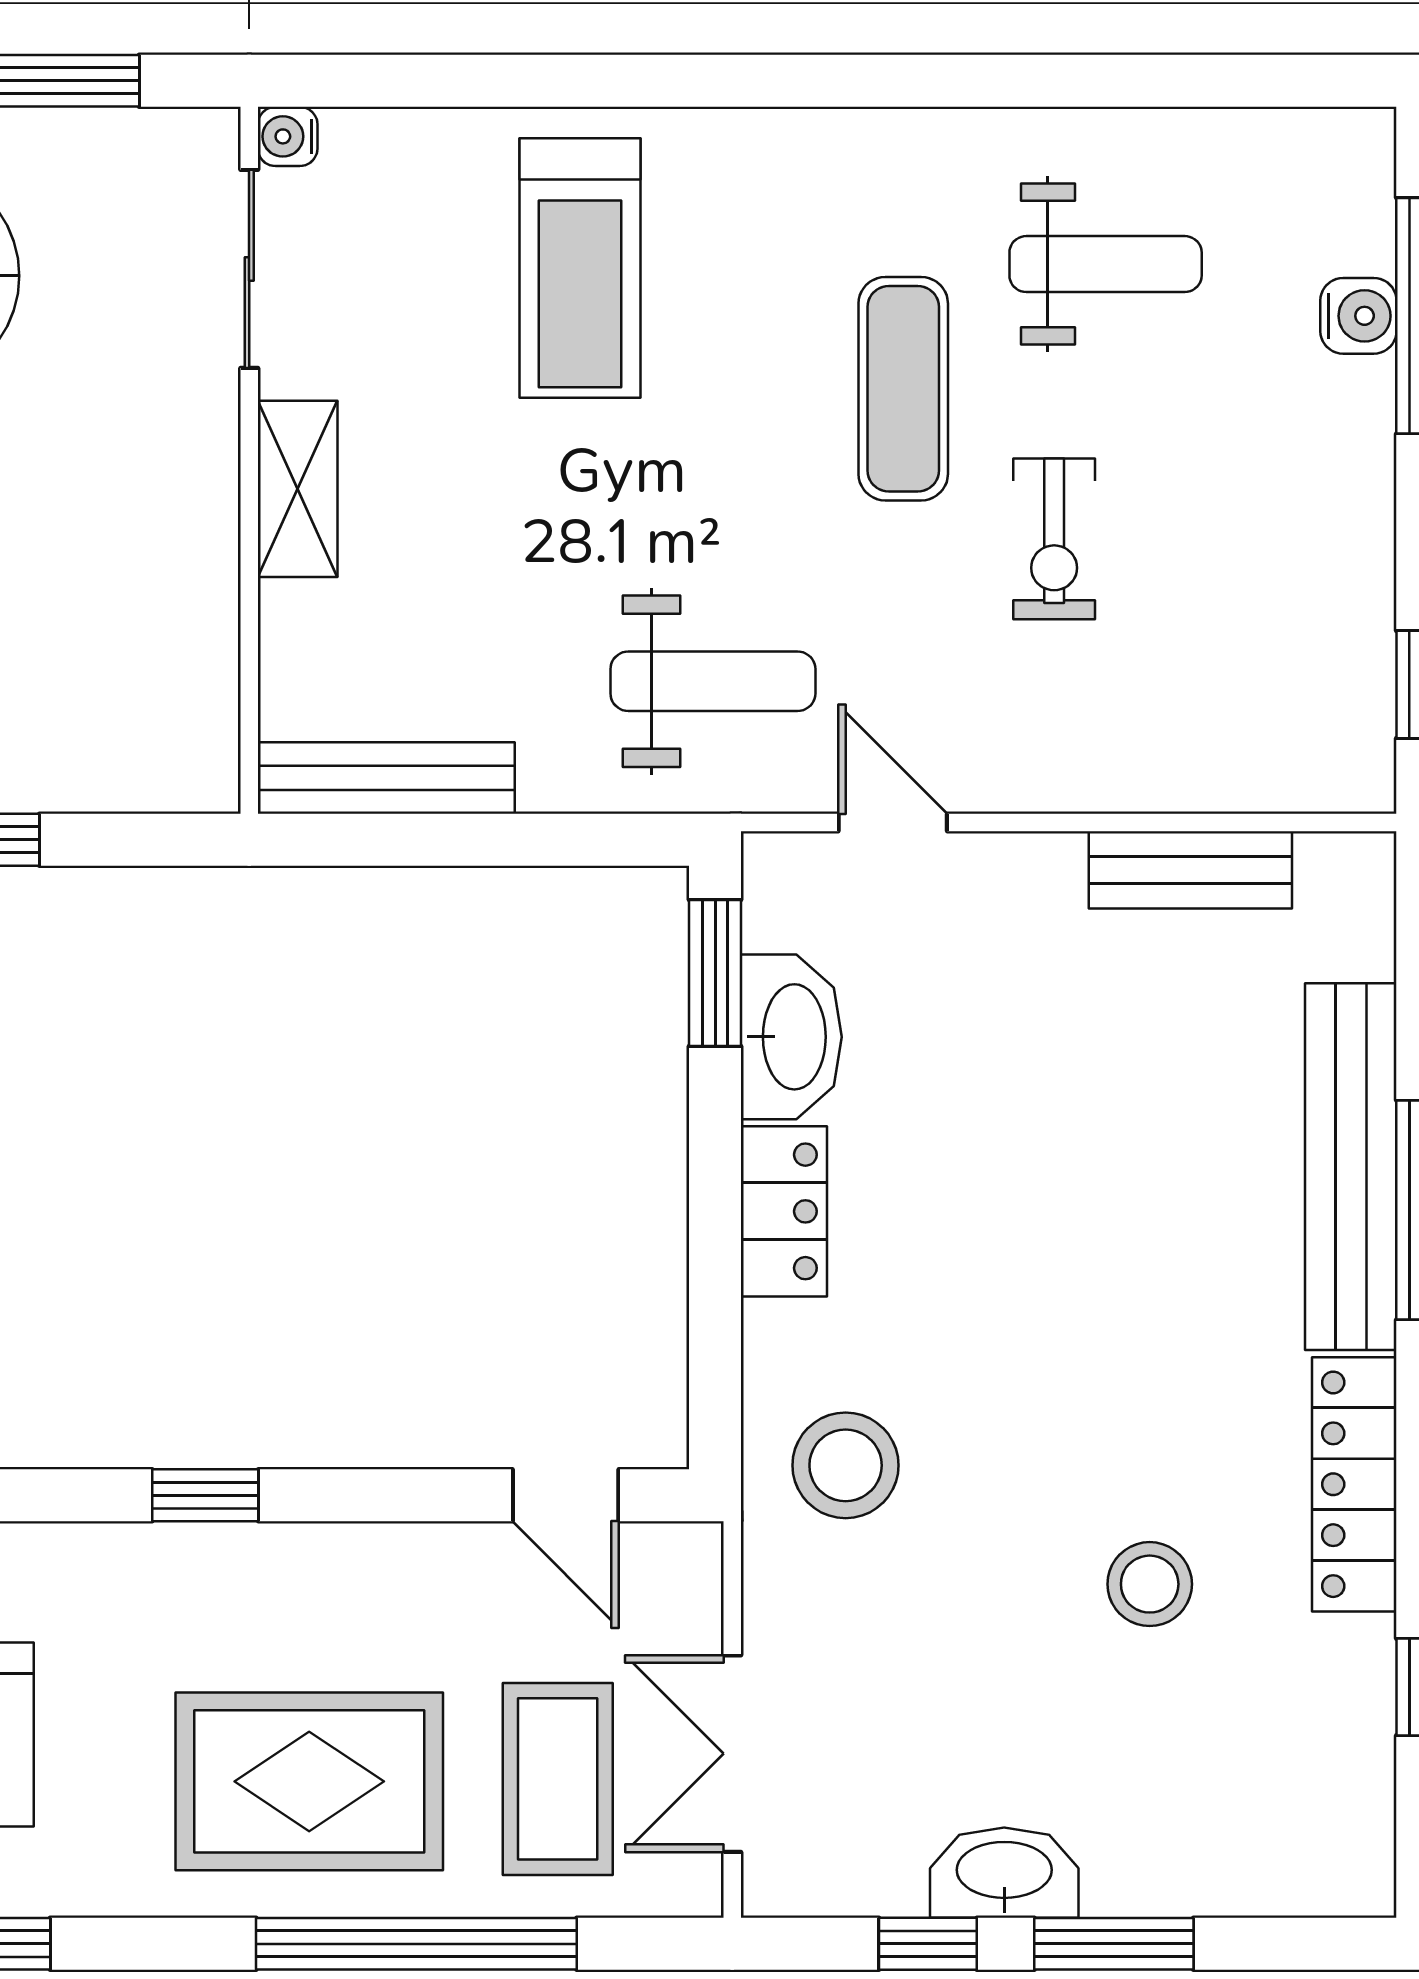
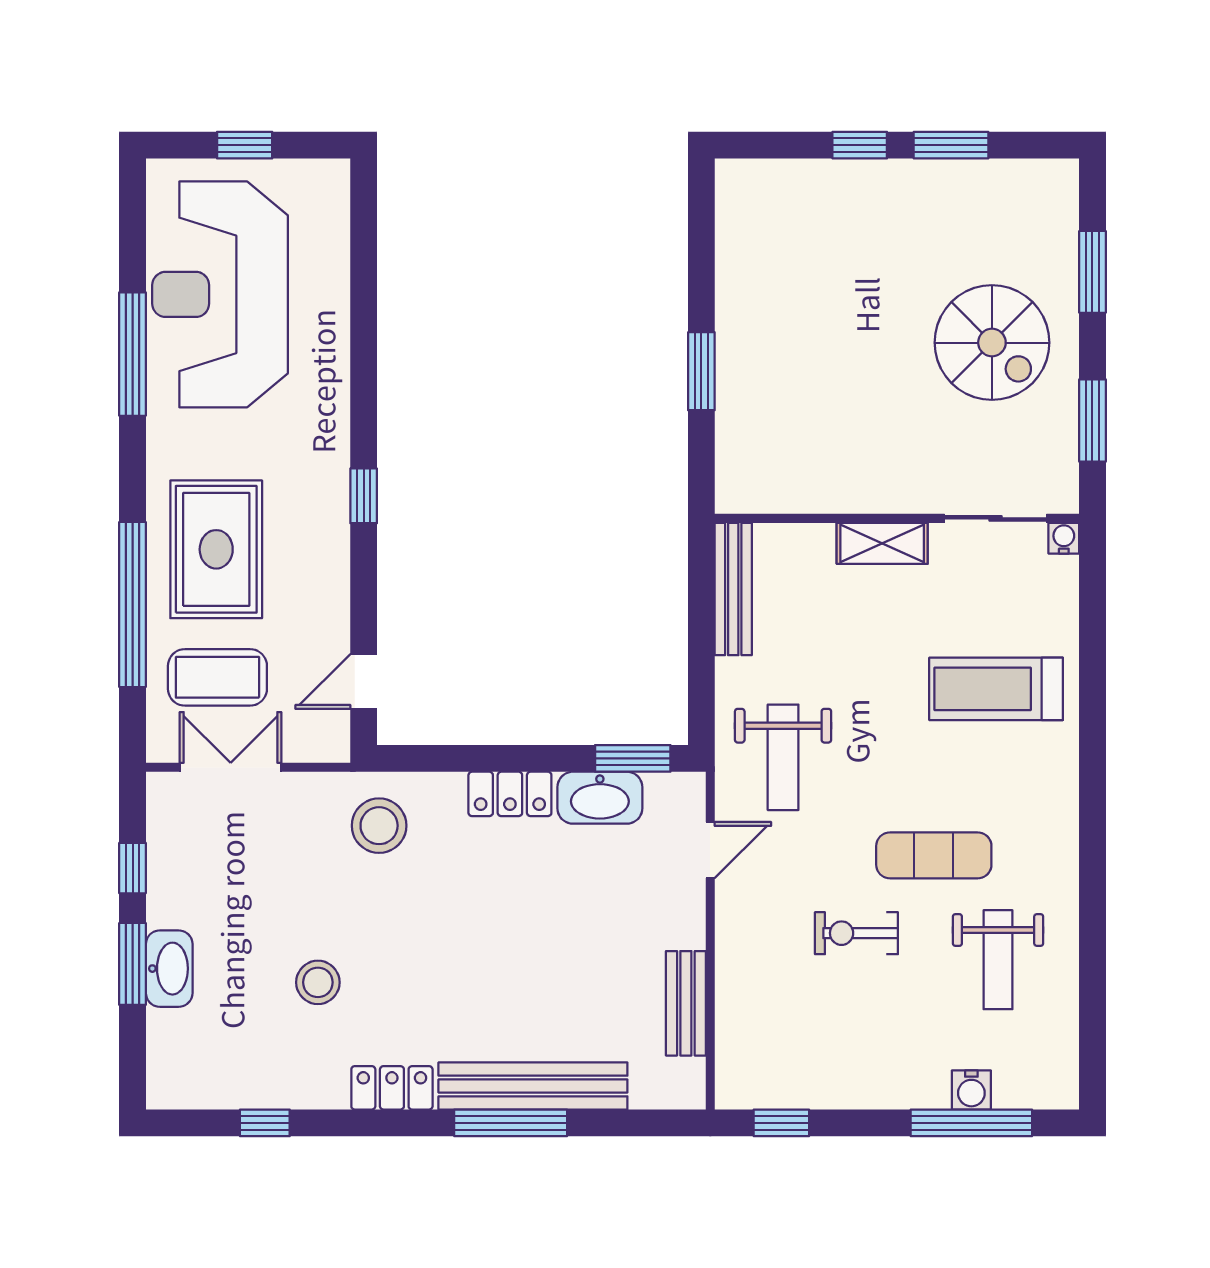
locker: (1354, 1484) -> (392, 1088), width x0.66
washbasin: (1004, 1873) -> (169, 969), moved

